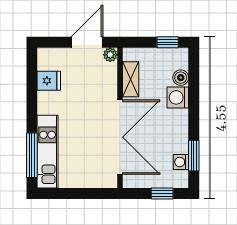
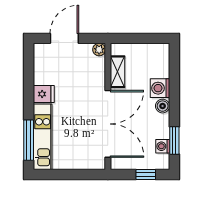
door: (87, 42) -> (64, 38), moved
window: (168, 42) -> (151, 38), removed
boiler: (181, 78) -> (163, 106), moved
fridge: (49, 81) -> (44, 94), moved

